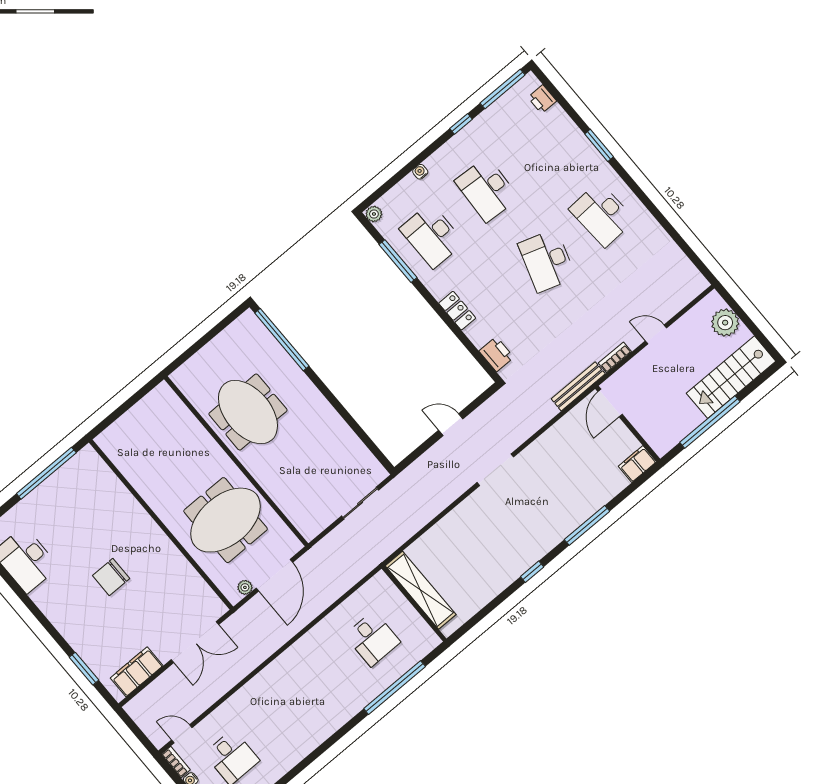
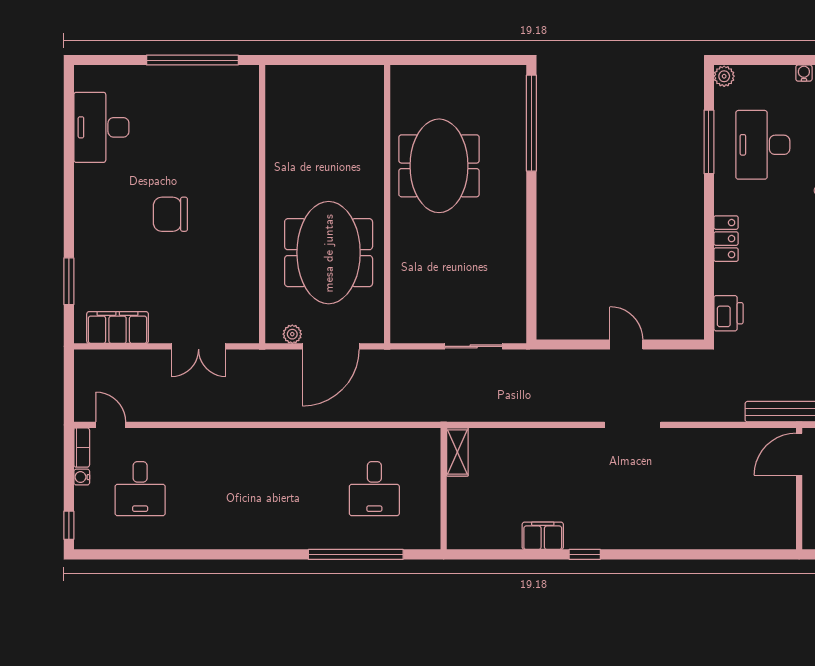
filing cabinet: (637, 464) -> (543, 536), moved
meeting table: (226, 520) -> (329, 253), turned 90
window: (587, 525) -> (676, 554), removed
shelving: (421, 590) -> (457, 452), width x0.45, depth x0.75
double door: (195, 642) -> (199, 346), width x0.73

